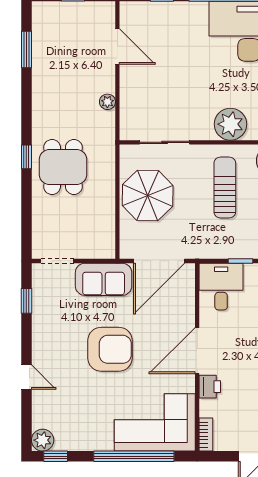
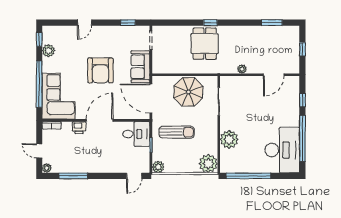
dining table: (63, 167) -> (205, 44), turned 90
sun lounger: (225, 187) -> (177, 132), moved
door: (197, 351) -> (100, 120), hinge flipped
plant: (43, 440) -> (48, 51), moved

